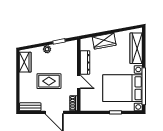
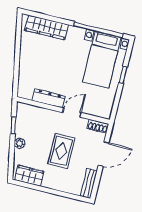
wardrobe: (104, 41) -> (27, 67), removed
bed with nightstands: (123, 88) -> (102, 60), width x0.73

